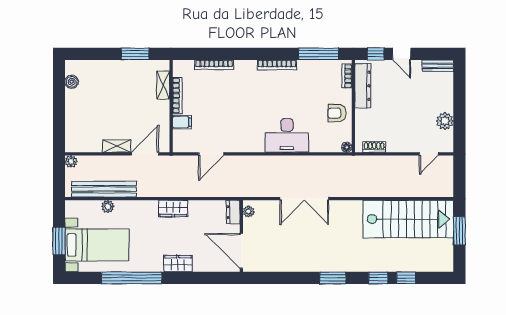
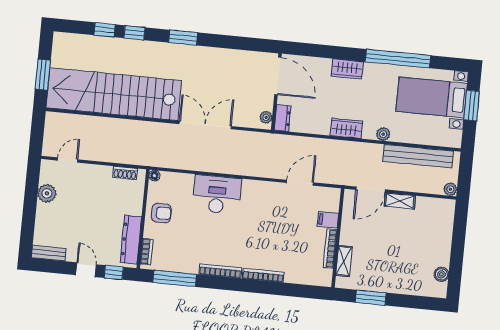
bookcase: (214, 65) -> (263, 275), moved
plant: (108, 206) -> (383, 134), moved
stairs: (408, 219) -> (114, 94), width x1.36

